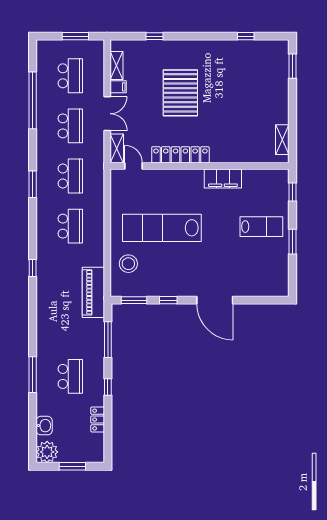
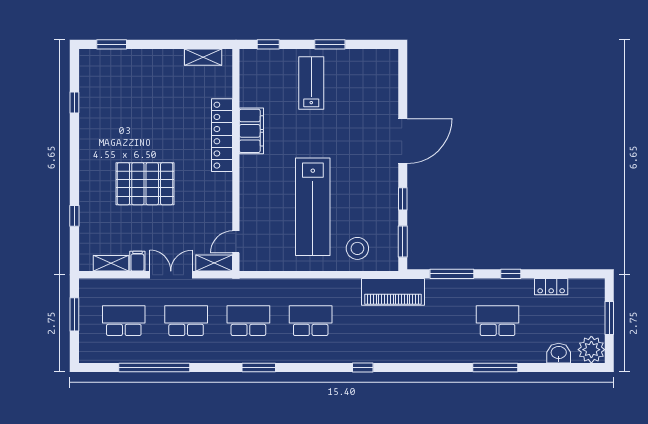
locker: (180, 155) -> (222, 135), moved

